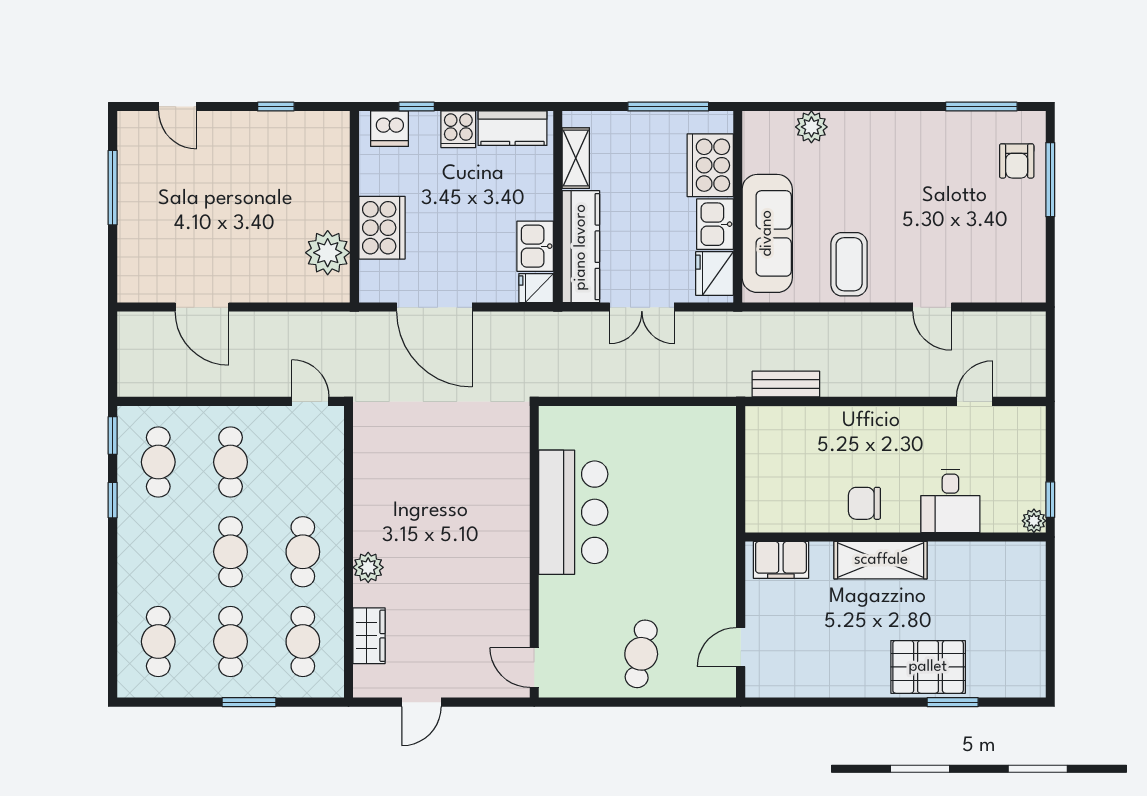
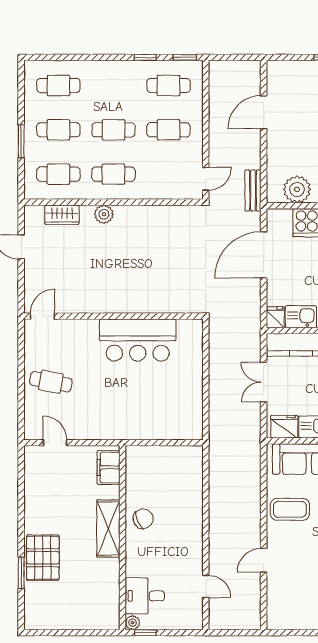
bench: (786, 384) -> (253, 190), moved
desk: (950, 501) -> (145, 596), moved
chair: (864, 503) -> (143, 519), turned 66

